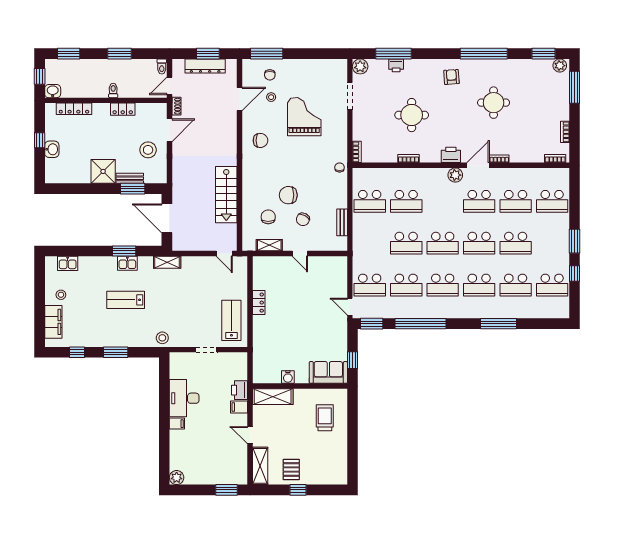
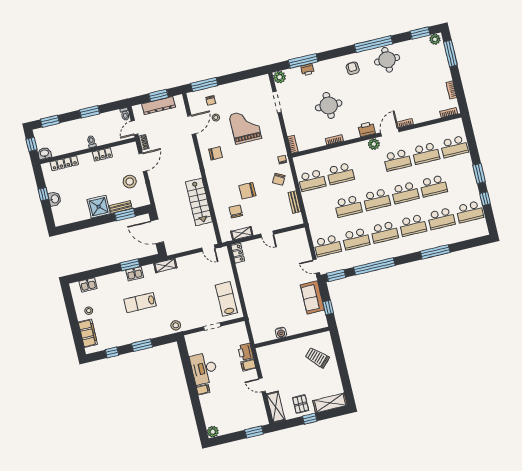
round table: (494, 103) -> (387, 60), moved
chair: (303, 219) -> (279, 179), moved
locker: (259, 303) -> (238, 253), moved
sofa: (328, 372) -> (312, 297), moved, turned -90
shelving: (273, 397) -> (330, 403), moved
trolley: (325, 418) -> (317, 357), turned -46

